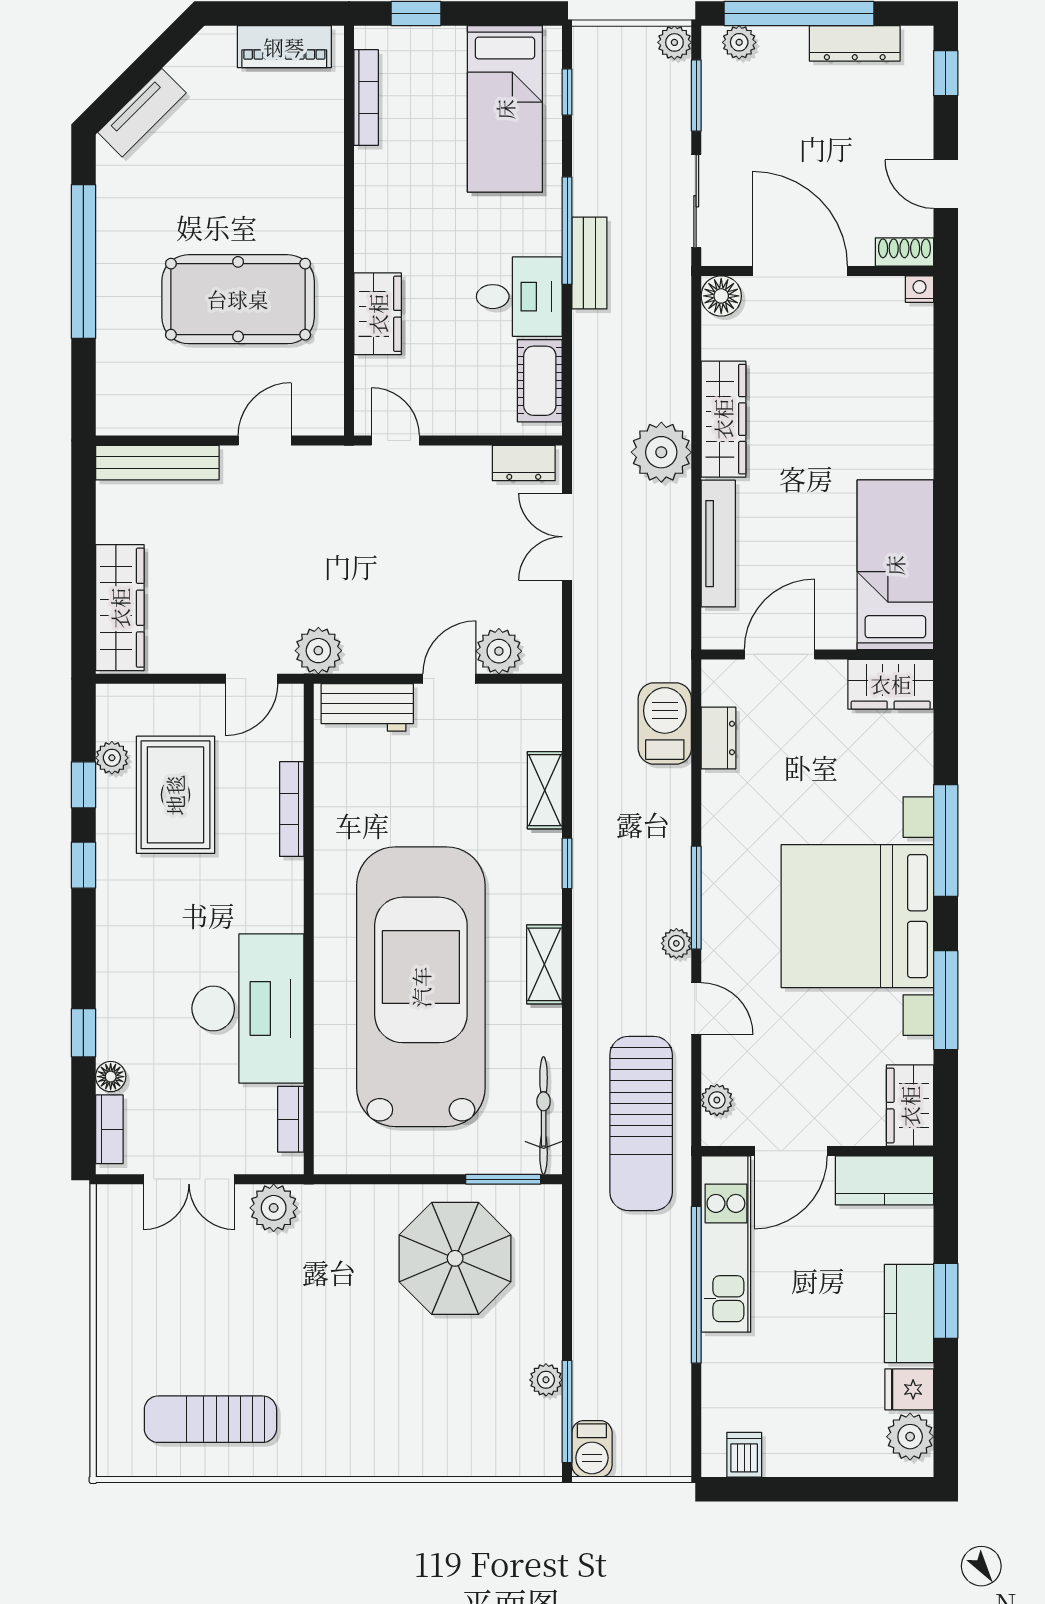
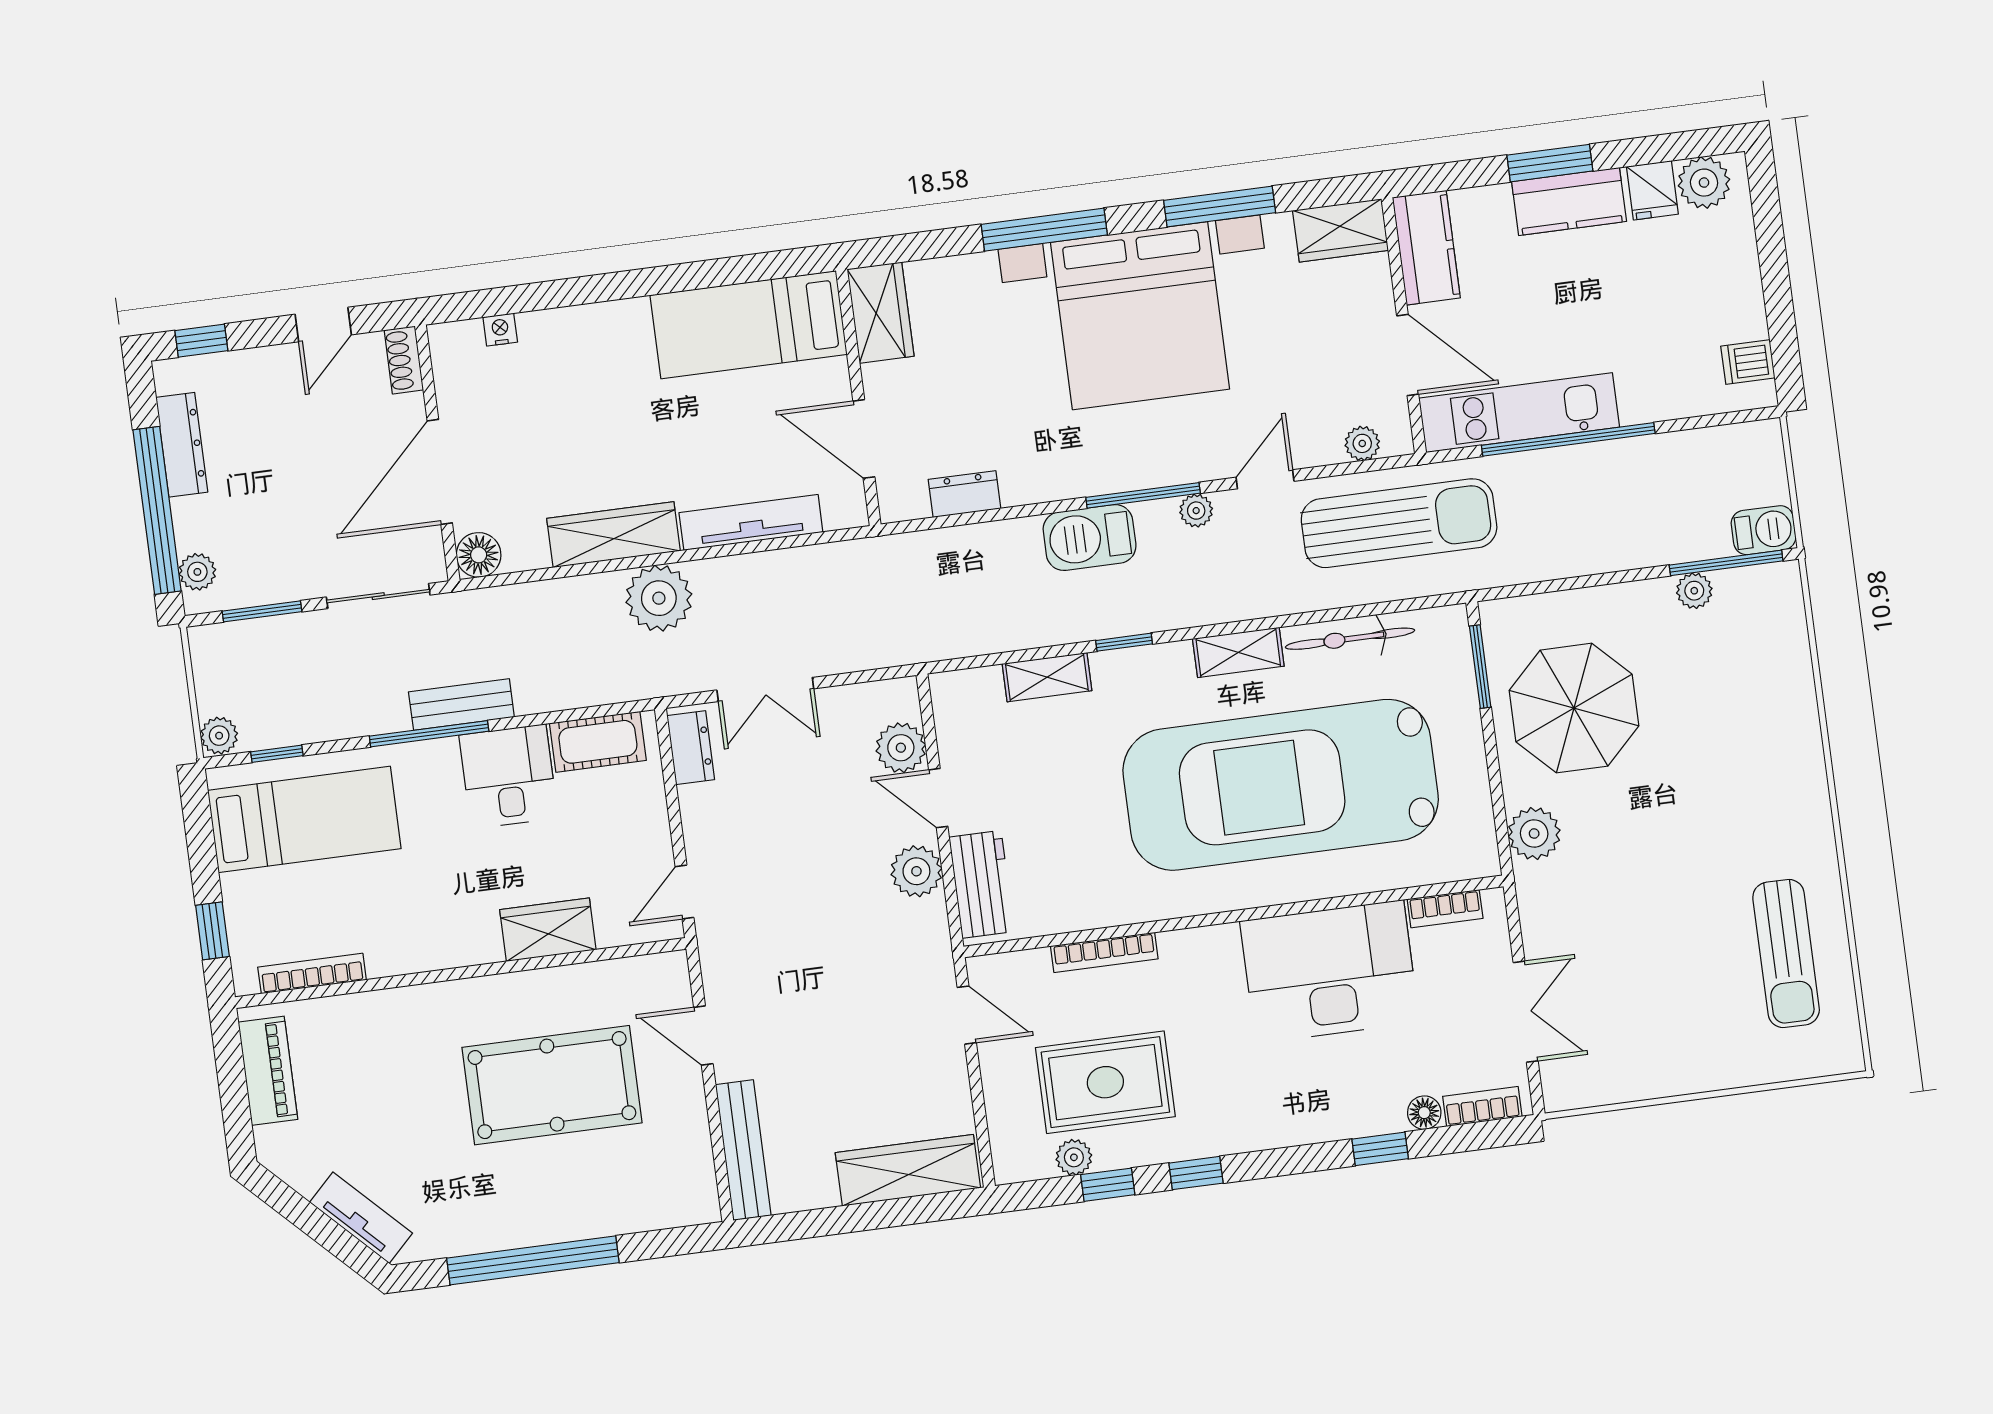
plant: (674, 42) -> (219, 736), moved
nightstand: (920, 289) -> (500, 330), moved, turned 90
pool table: (238, 299) -> (552, 1085), turned 90
plant: (318, 651) -> (916, 871), moved
barbecue: (665, 724) -> (1090, 537), moved
bicycle: (544, 1116) -> (1350, 639), moved
plant: (274, 1208) -> (1534, 834), moved

